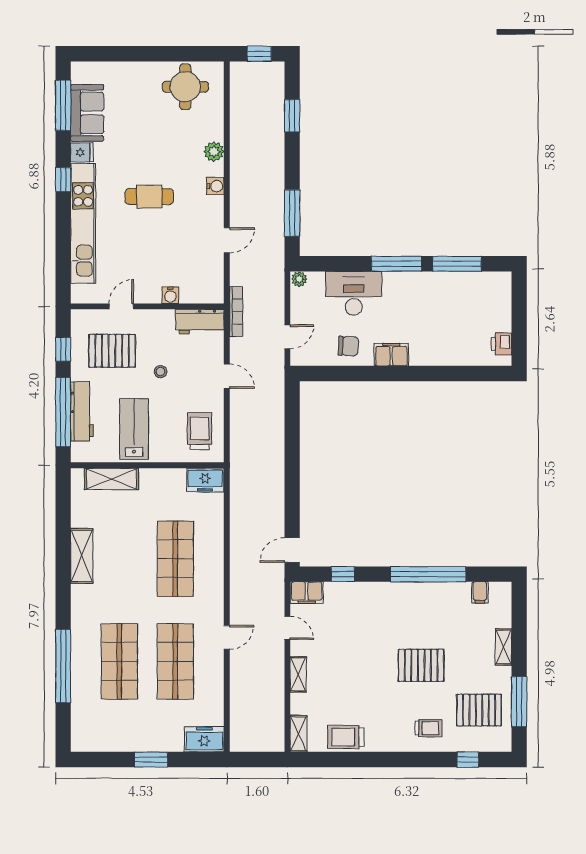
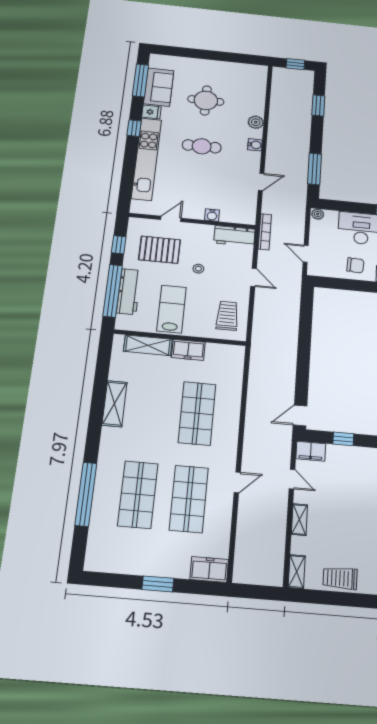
round table: (185, 87) -> (206, 100), moved
door: (287, 337) -> (306, 254), swing flipped
freezer: (205, 480) -> (188, 350), moved

